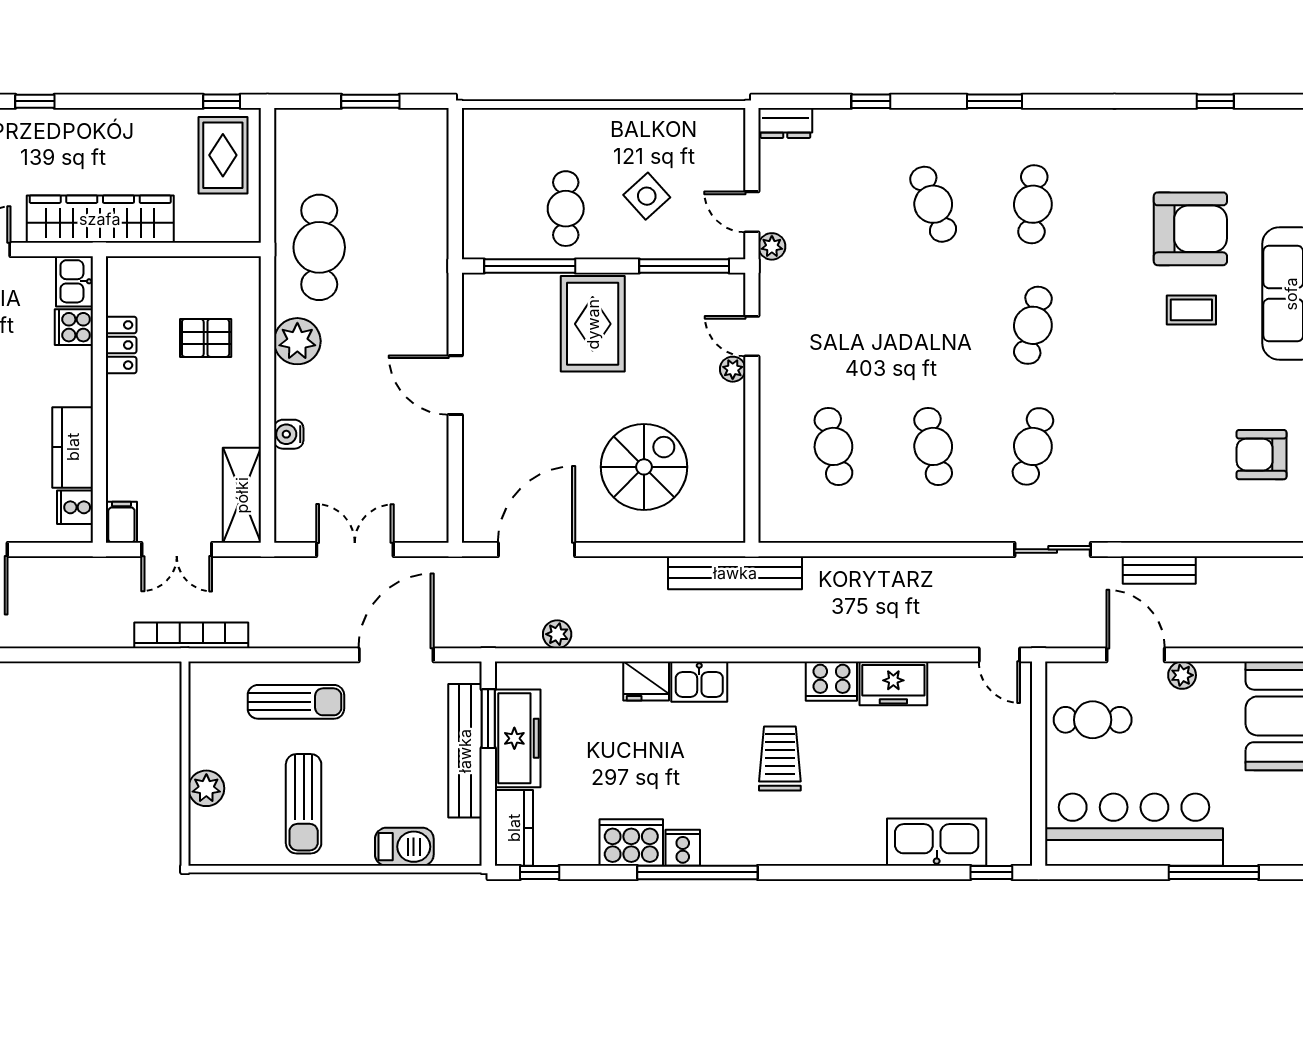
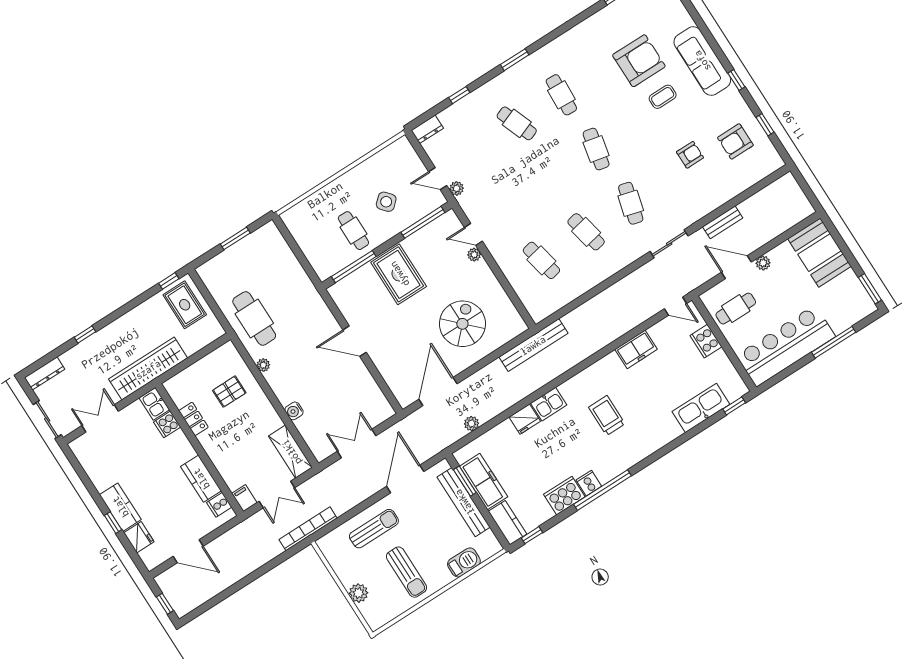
plant: (297, 341) -> (263, 365), width x0.53, depth x0.53
armchair: (1176, 430) -> (690, 155), added
cooker: (831, 681) -> (706, 341), moved, turned 90

